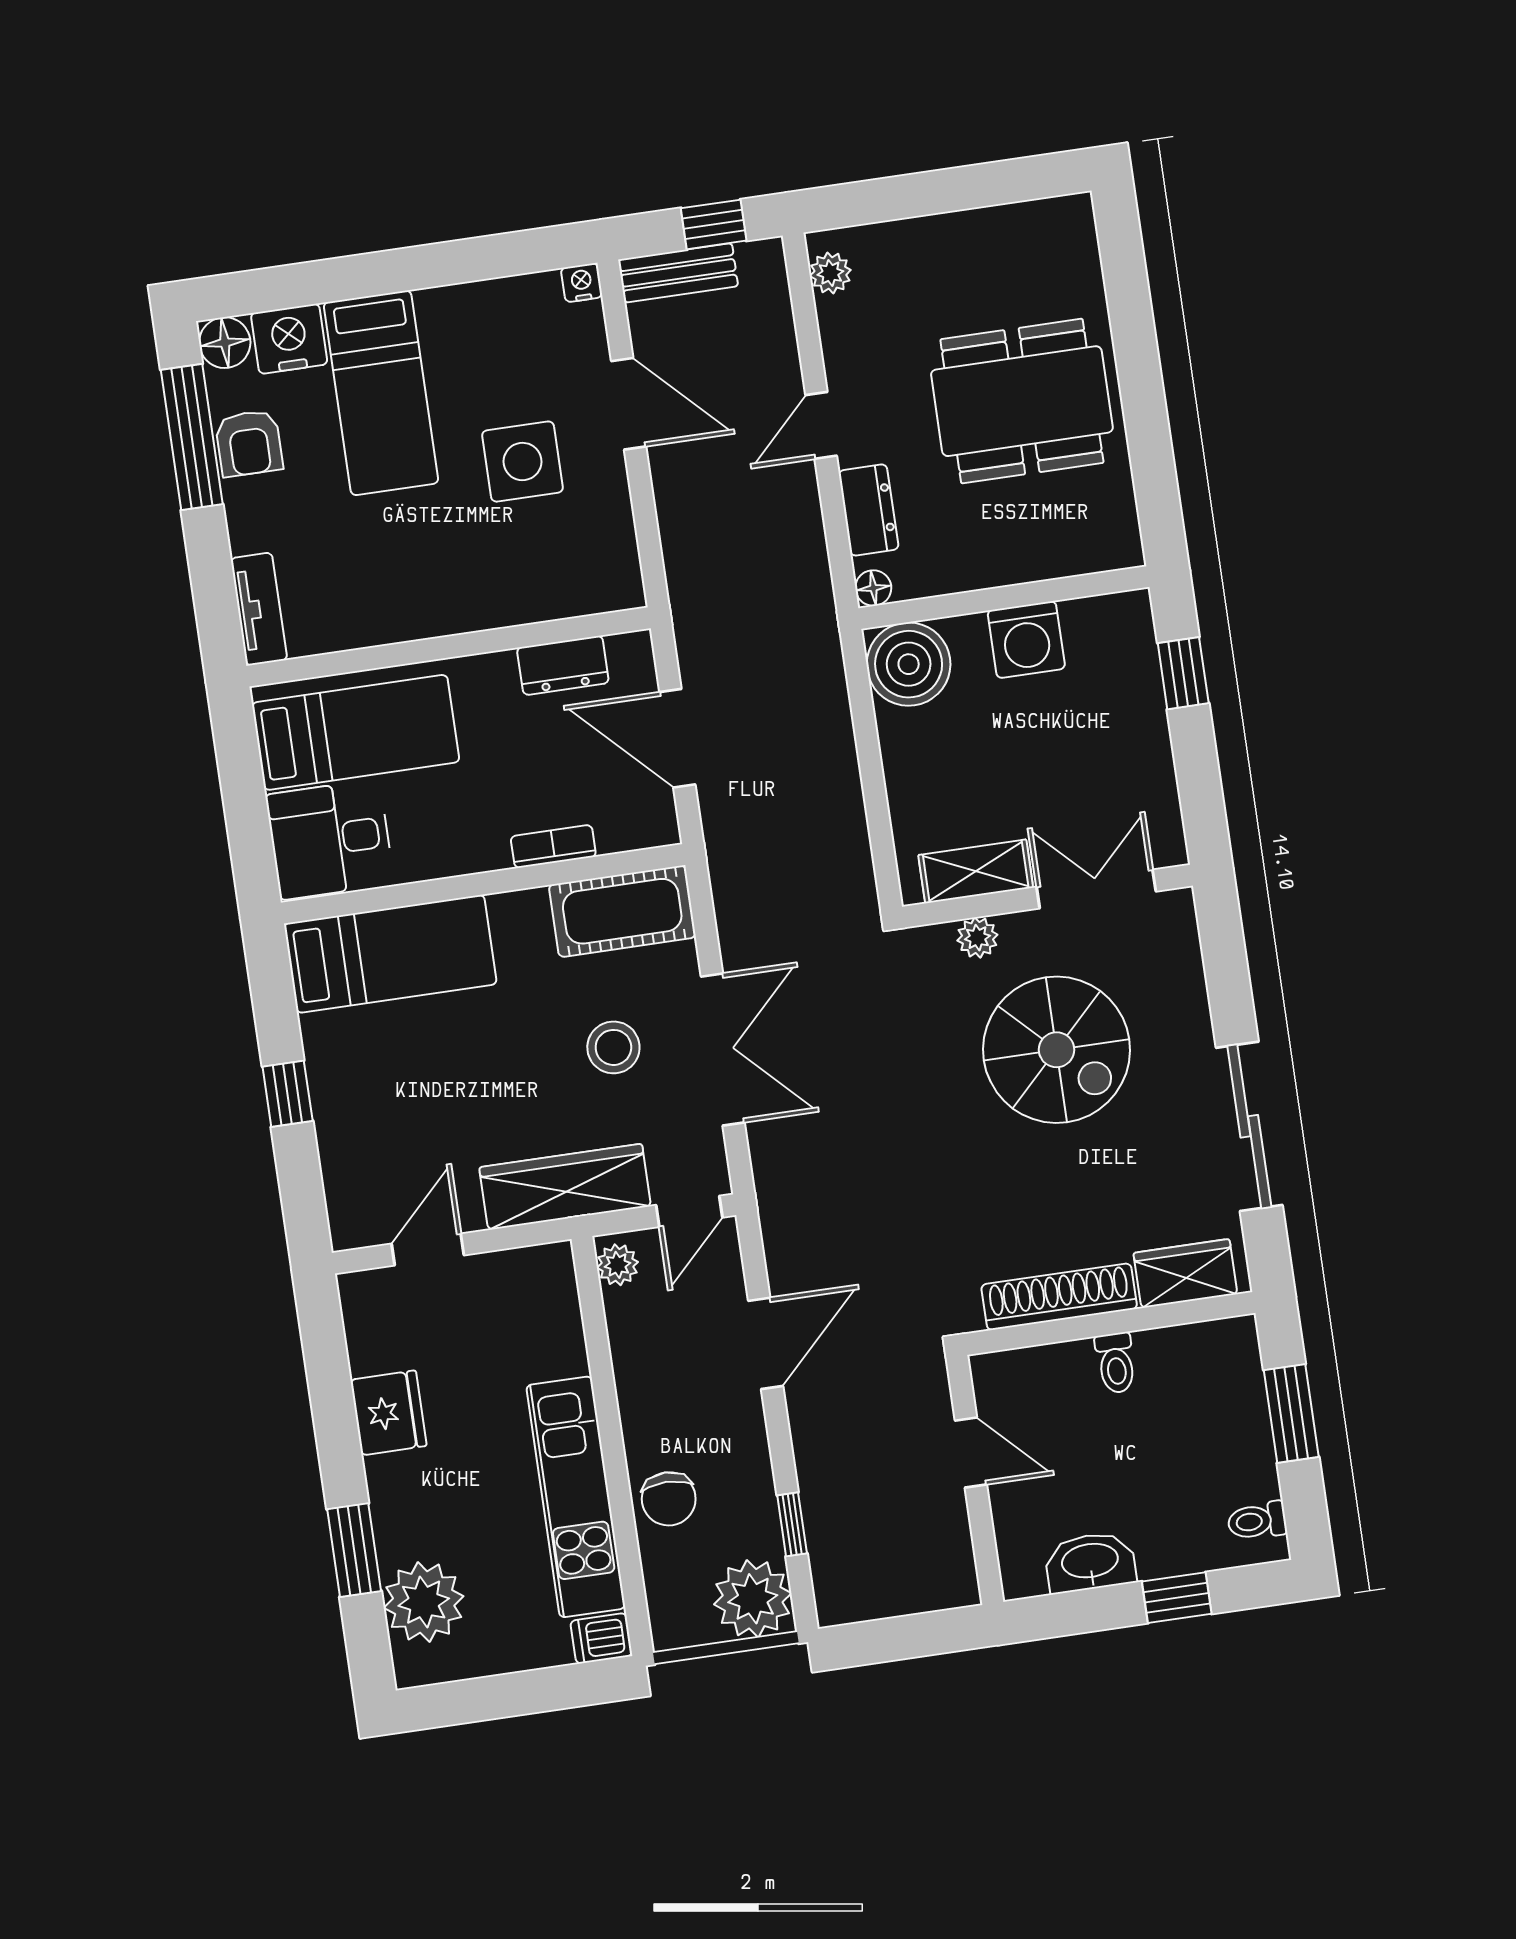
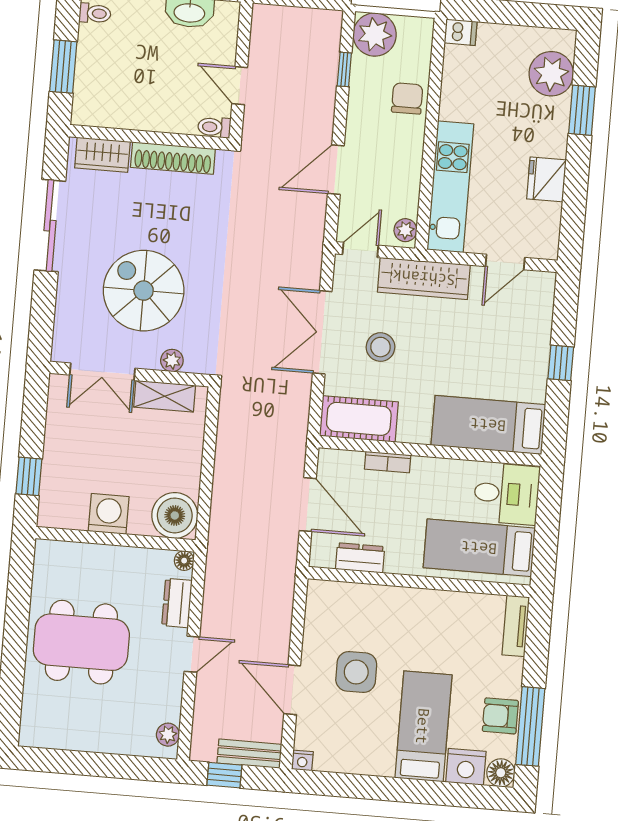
armchair: (249, 443) -> (500, 716), turned -90
toilet: (1116, 1363) -> (214, 127), moved, turned -90
kitchen unit: (576, 1497) -> (450, 187), moved

